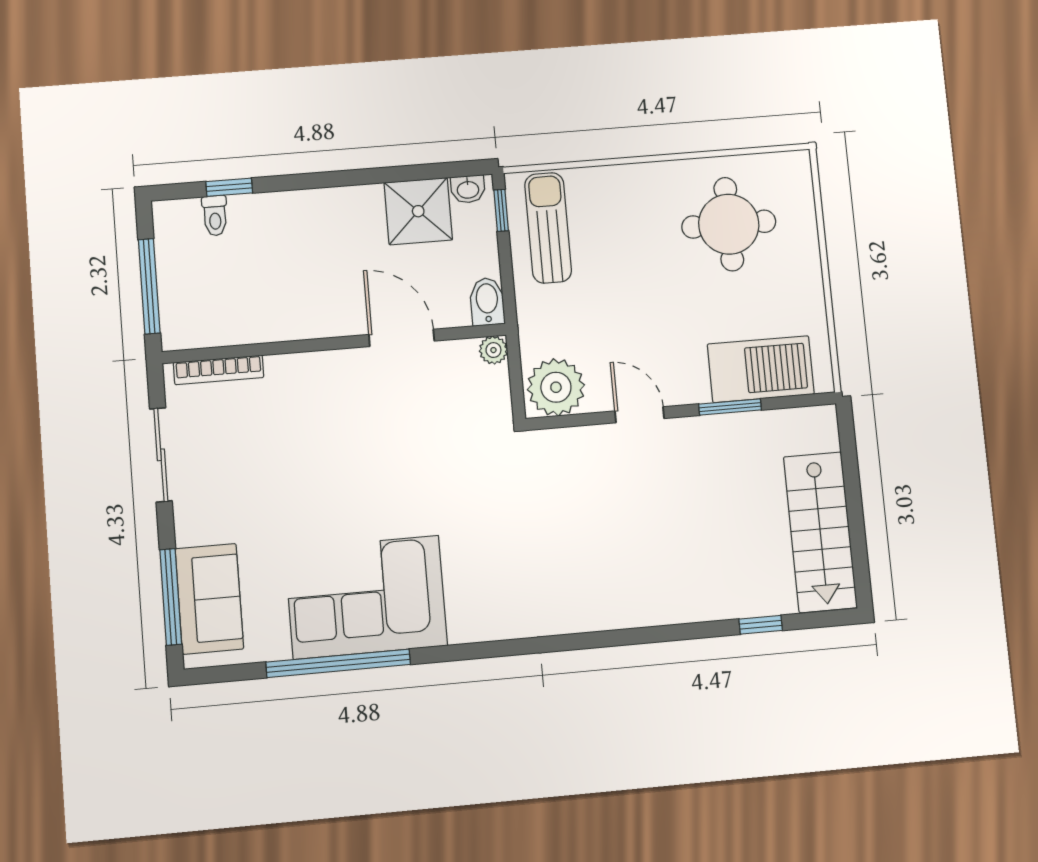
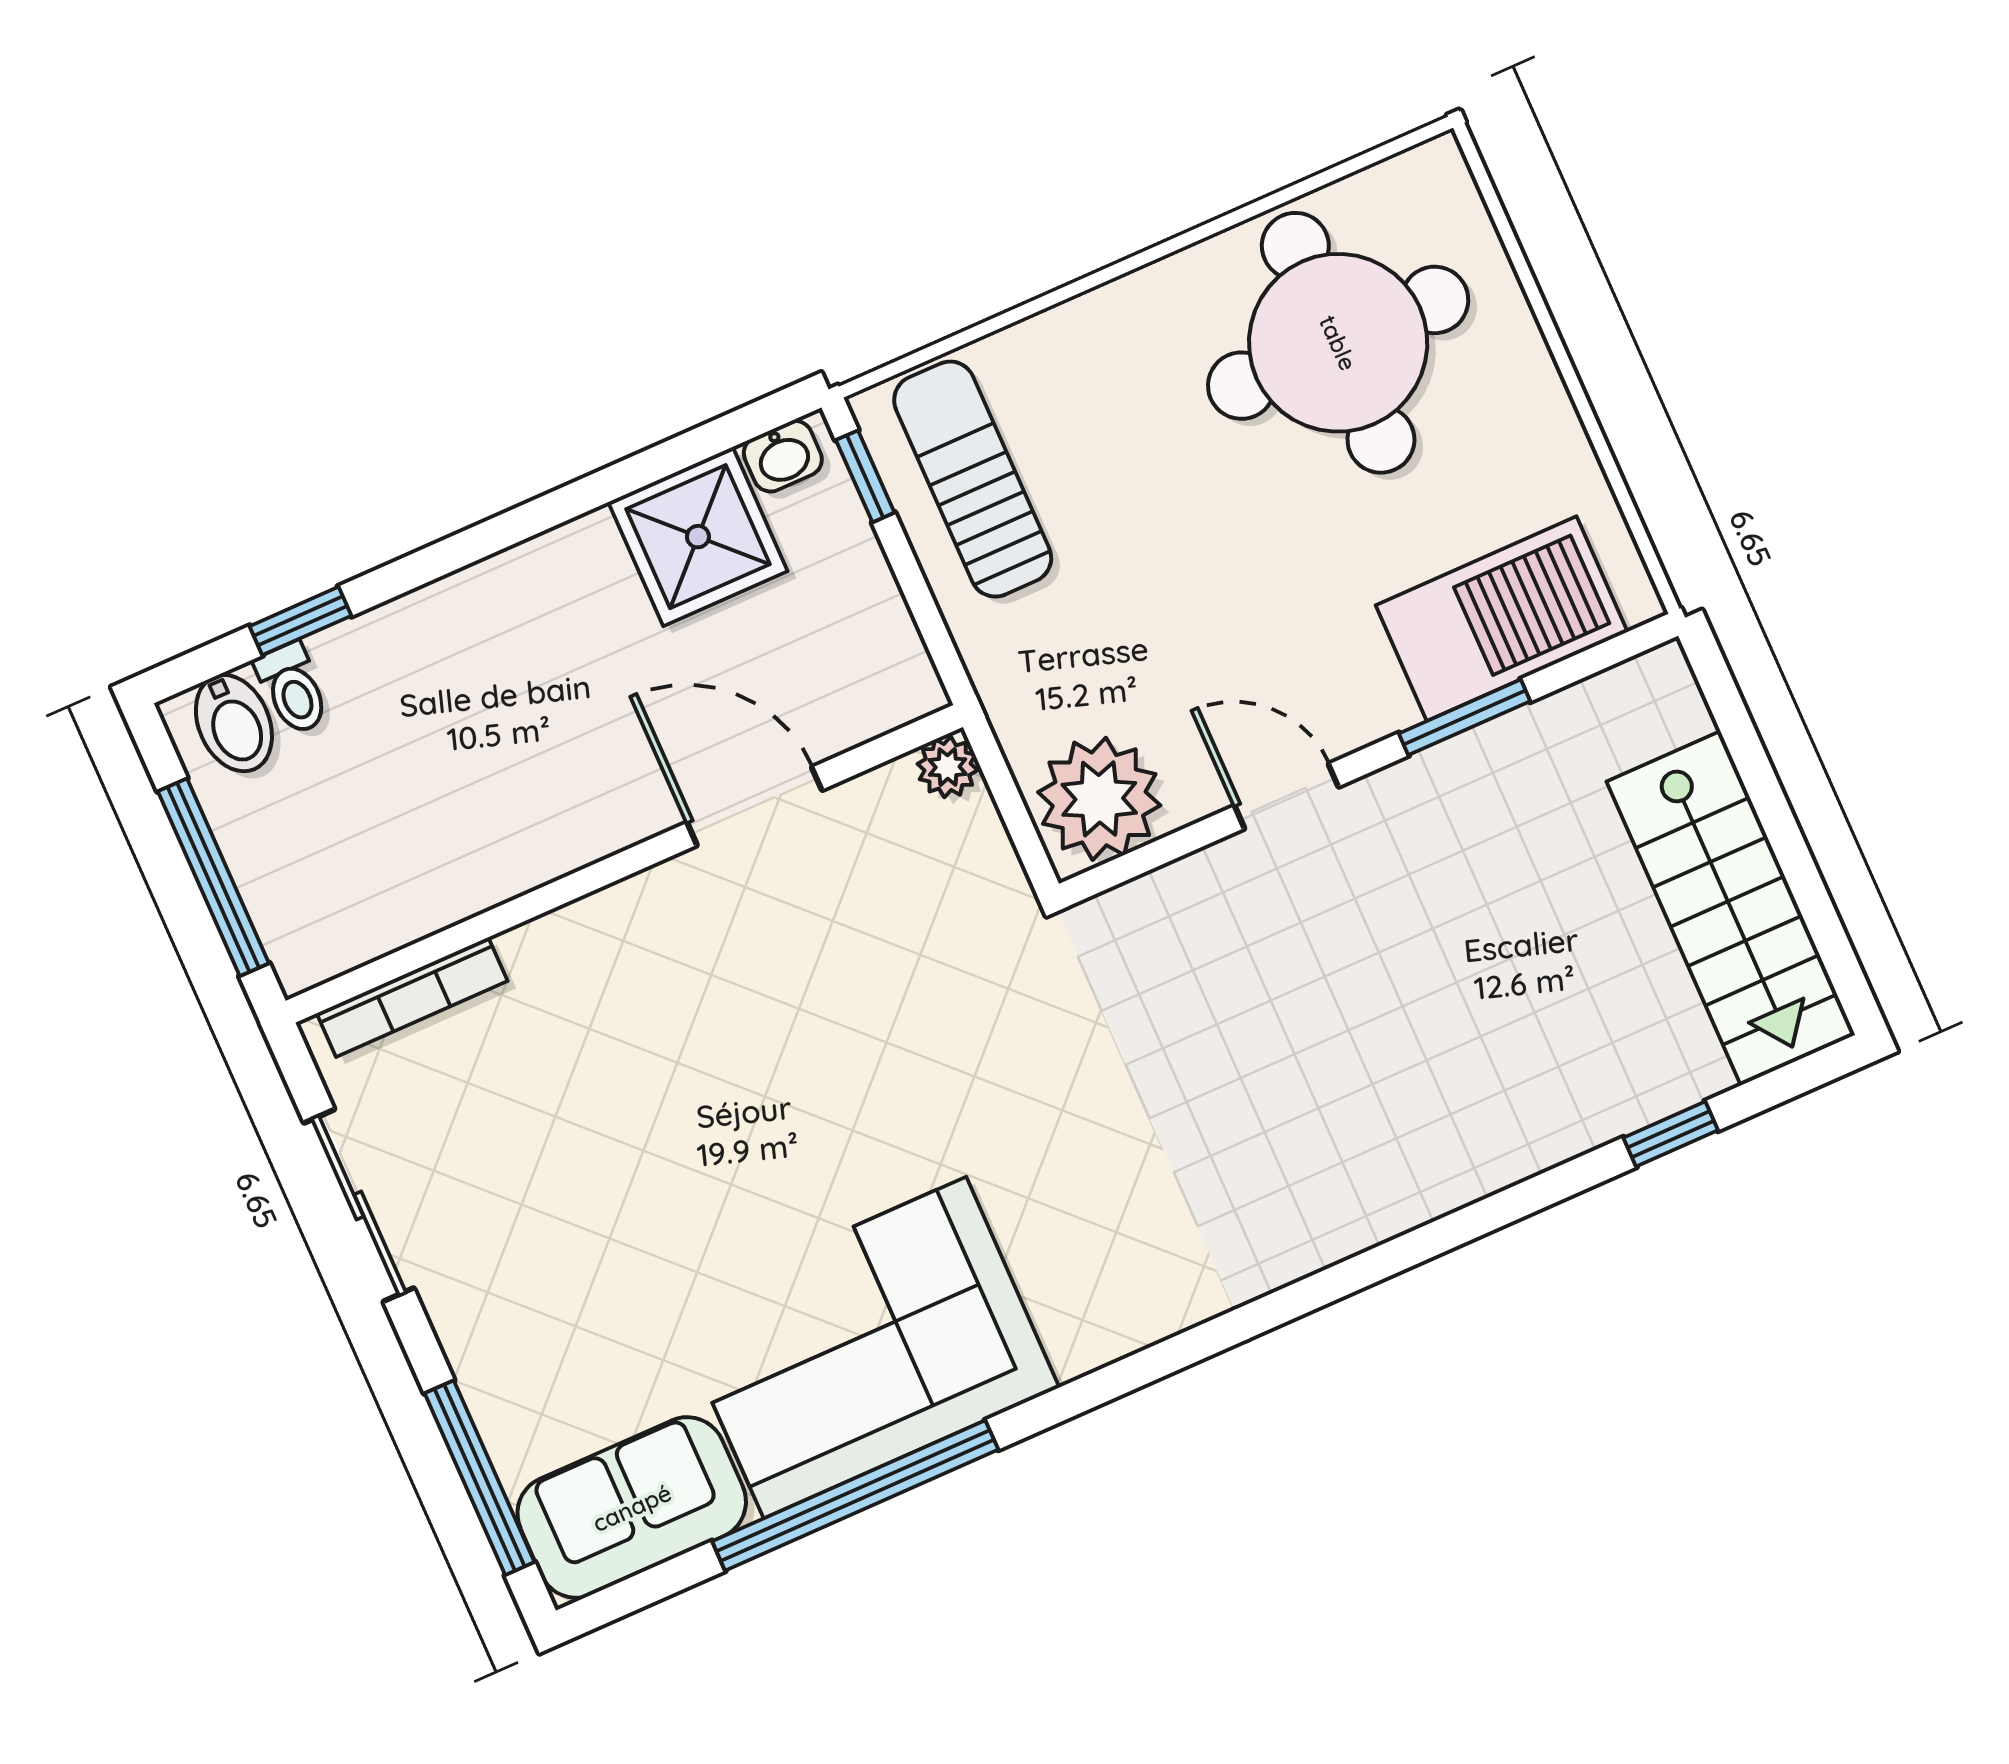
round table: (729, 224) -> (1338, 343), width x1.36, depth x1.36
bidet: (487, 302) -> (234, 723), moved, turned 180
sofa: (209, 599) -> (632, 1508), moved, turned -90

